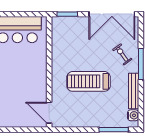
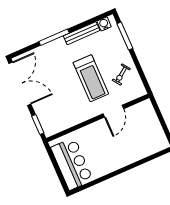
exercise bike: (122, 54) -> (121, 75), moved
door: (49, 113) -> (113, 111), moved

